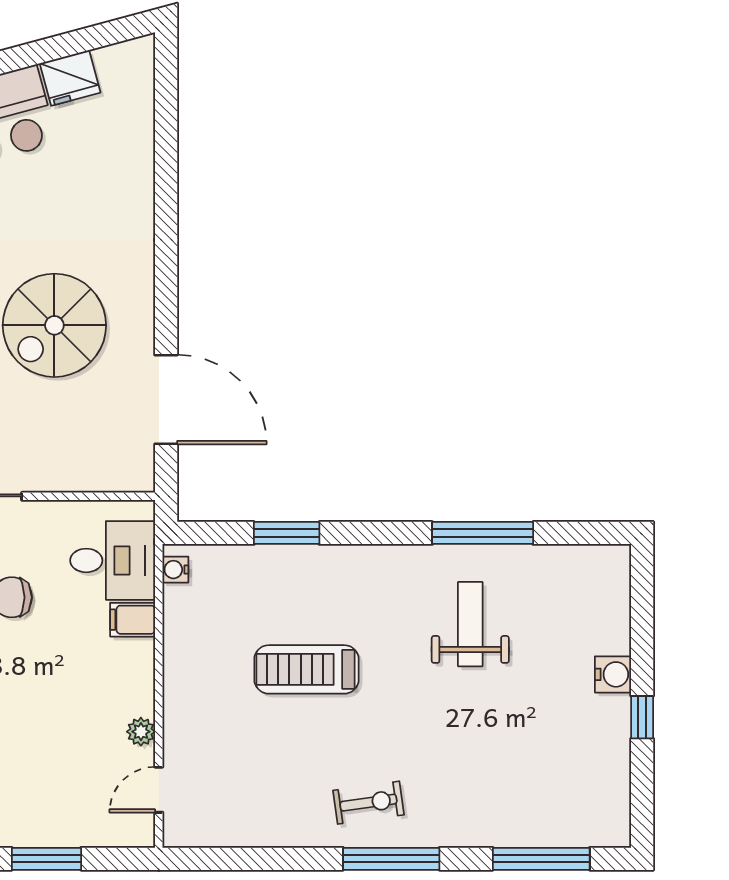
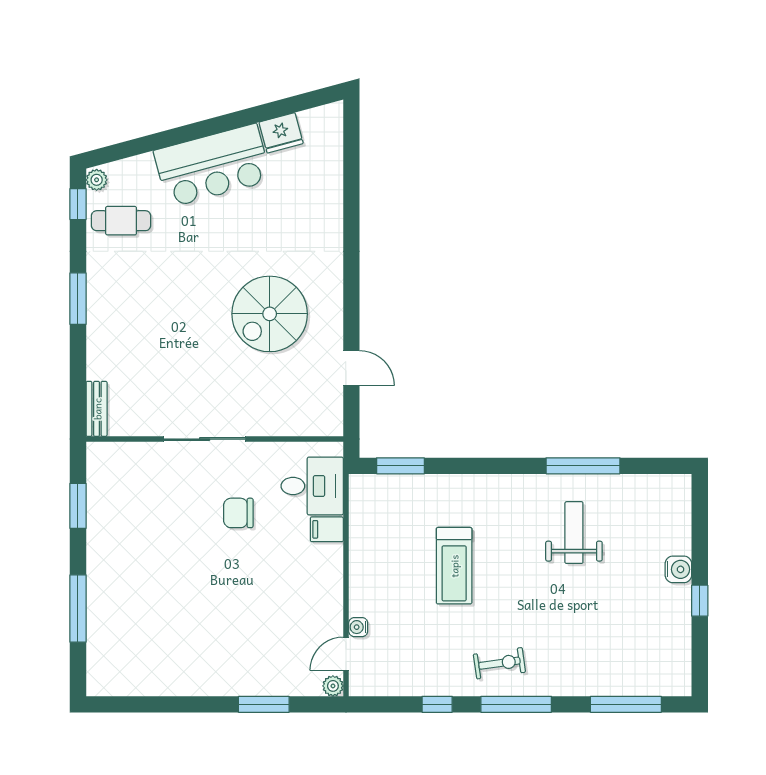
door: (166, 399) -> (351, 368), width x0.53
window: (287, 533) -> (400, 466), moved
water cooler: (175, 570) -> (358, 627), moved
treadmill: (307, 669) -> (454, 566), turned -90
plant: (141, 732) -> (333, 686), moved
window: (283, 859) -> (437, 704), added

